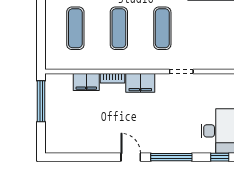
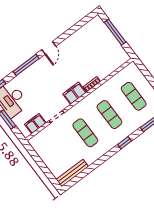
filing cabinet: (86, 82) -> (35, 124), moved
window: (41, 101) -> (115, 32), moved
door: (131, 157) -> (49, 48), hinge flipped

